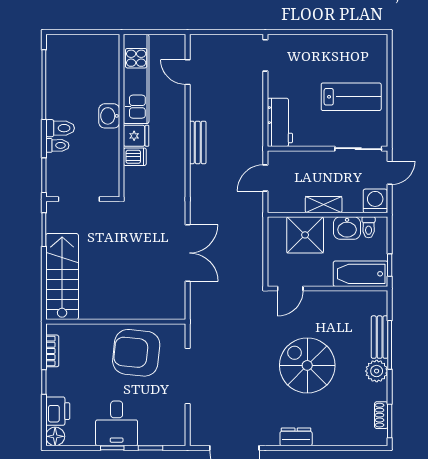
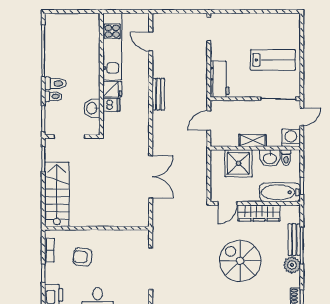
washbasin: (109, 116) -> (92, 108), moved
wardrobe: (332, 301) -> (259, 213), added
armchair: (136, 353) -> (82, 257), moved, width x0.53, depth x0.53

